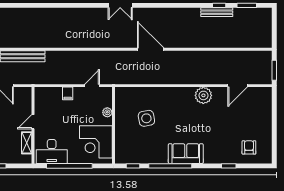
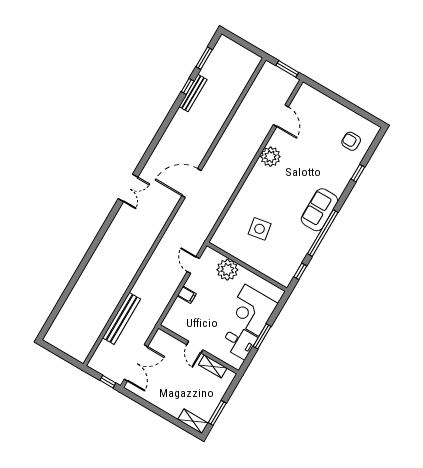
plant: (107, 112) -> (227, 270), width x1.87, depth x1.87
corner desk: (96, 142) -> (252, 310), moved, turned 90
desk: (52, 152) -> (239, 342), width x0.73
window: (69, 166) -> (262, 336), width x0.47

